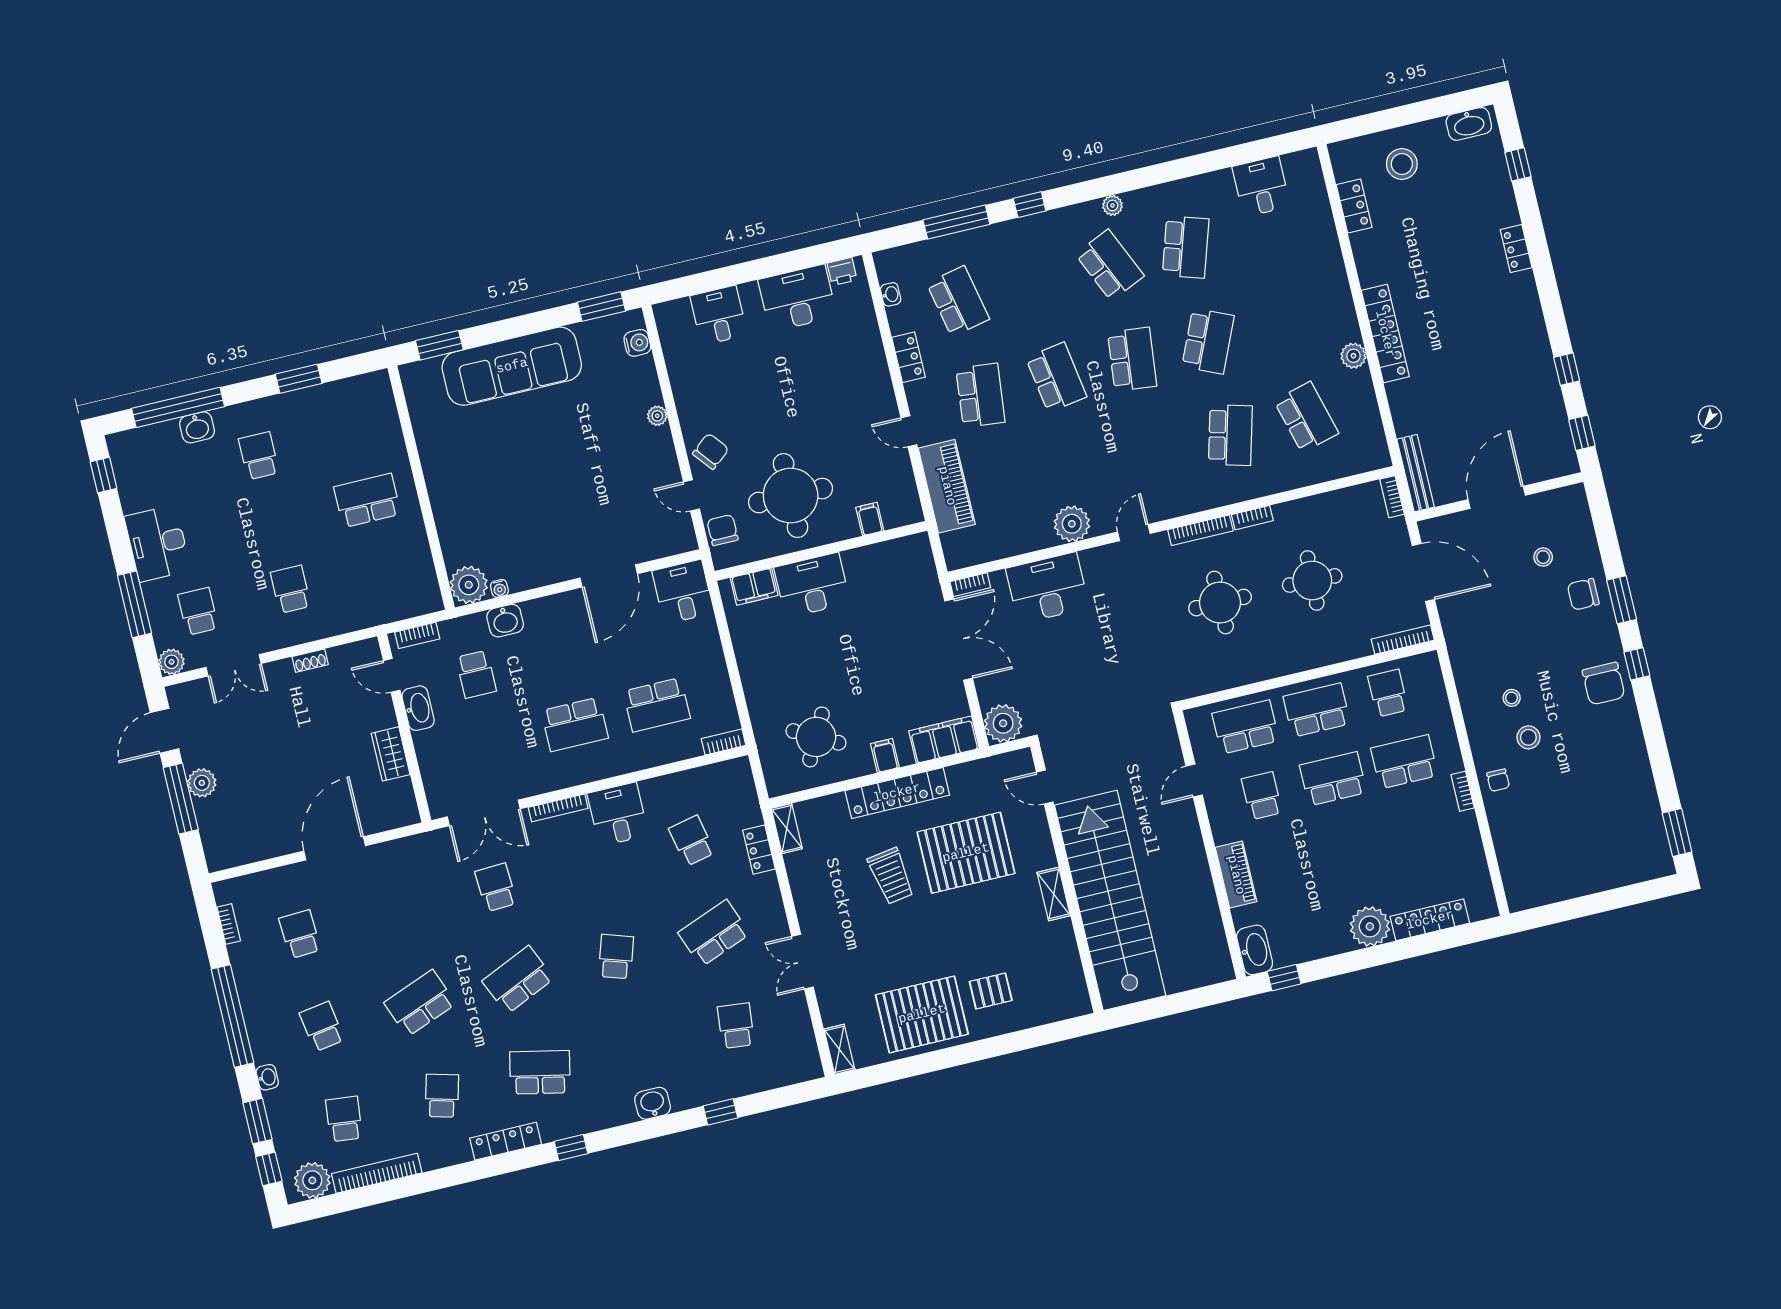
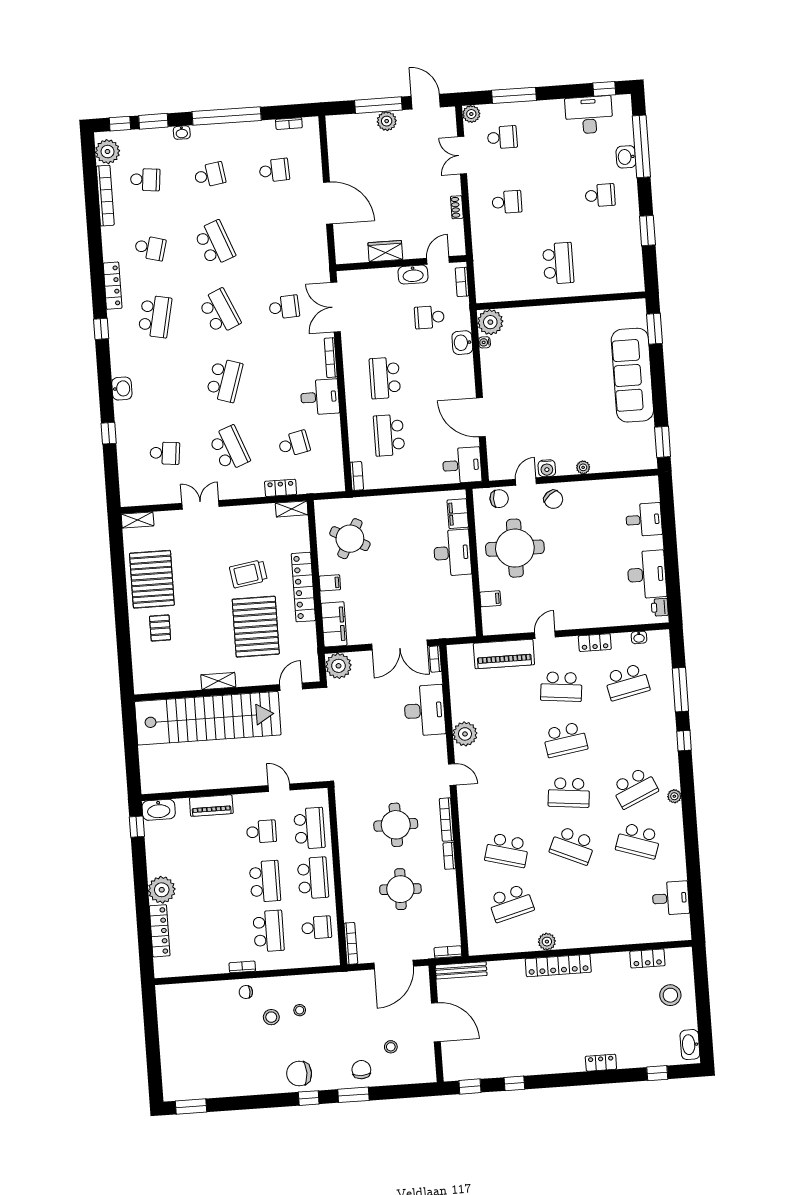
water cooler: (637, 343) -> (547, 468), moved
desk: (158, 543) -> (589, 115), moved
school desk: (616, 957) -> (224, 380), width x1.85

